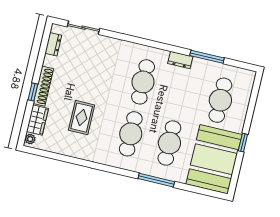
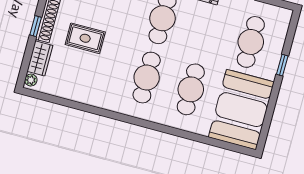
rug: (82, 118) -> (85, 38), moved, turned 90
window: (243, 143) -> (282, 65), moved
window: (156, 180) -> (174, 132), removed

